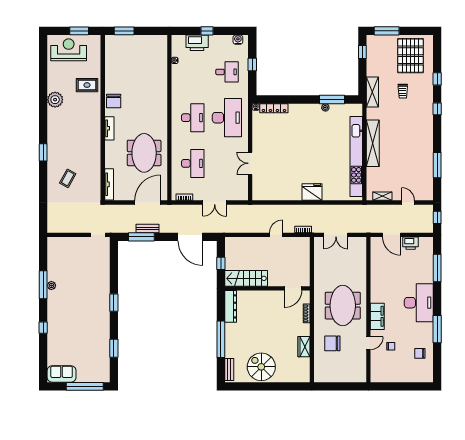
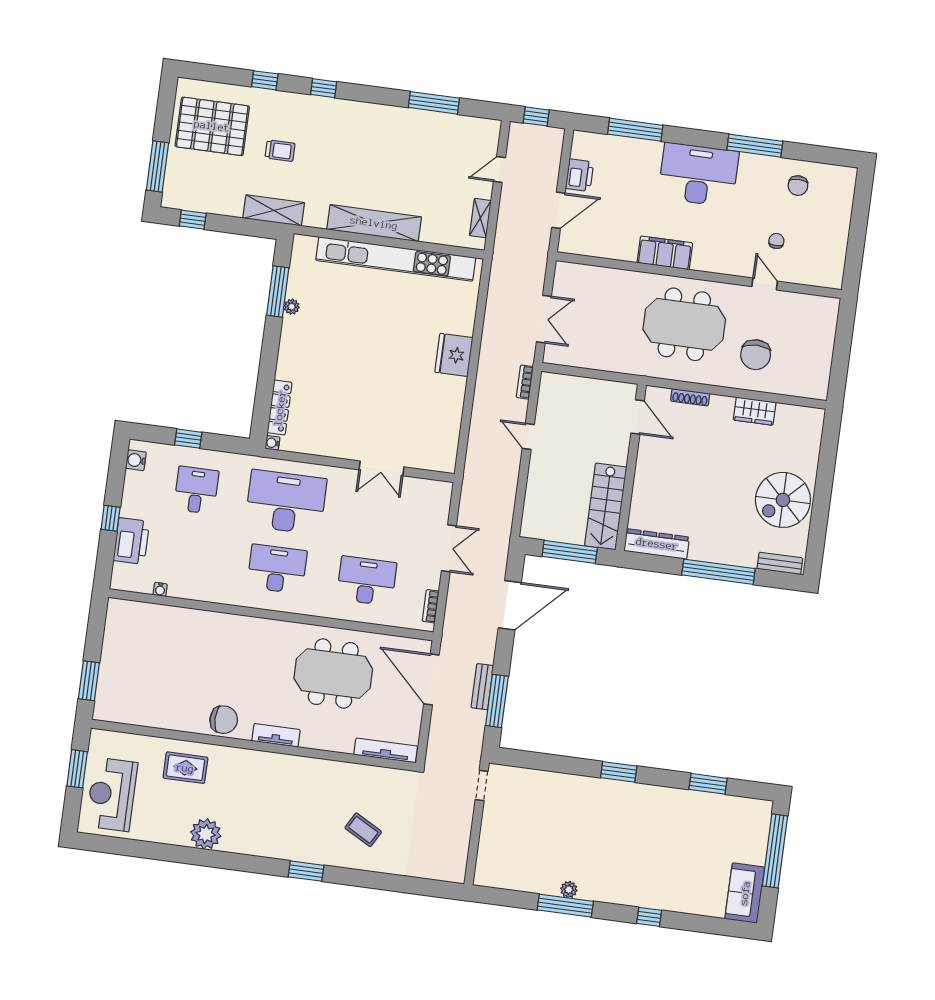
rug: (87, 85) -> (185, 768), turned 90
window: (221, 263) -> (570, 552), width x2.17
filing cabinet: (377, 316) -> (665, 253), moved

